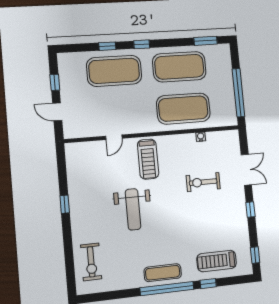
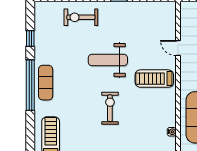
exercise bike: (203, 182) -> (110, 108), moved
exercise bike: (91, 262) -> (81, 17), moved
window: (208, 284) -> (30, 39), moved

